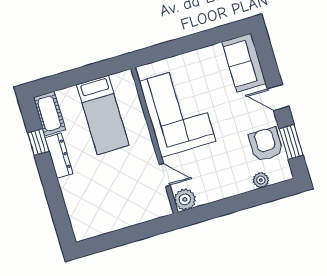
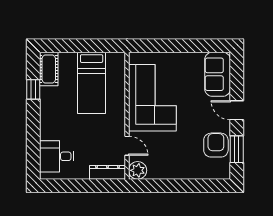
dresser: (59, 156) -> (107, 172), moved, turned -90
plant: (261, 180) -> (203, 173), removed
desk: (88, 211) -> (57, 156), added

